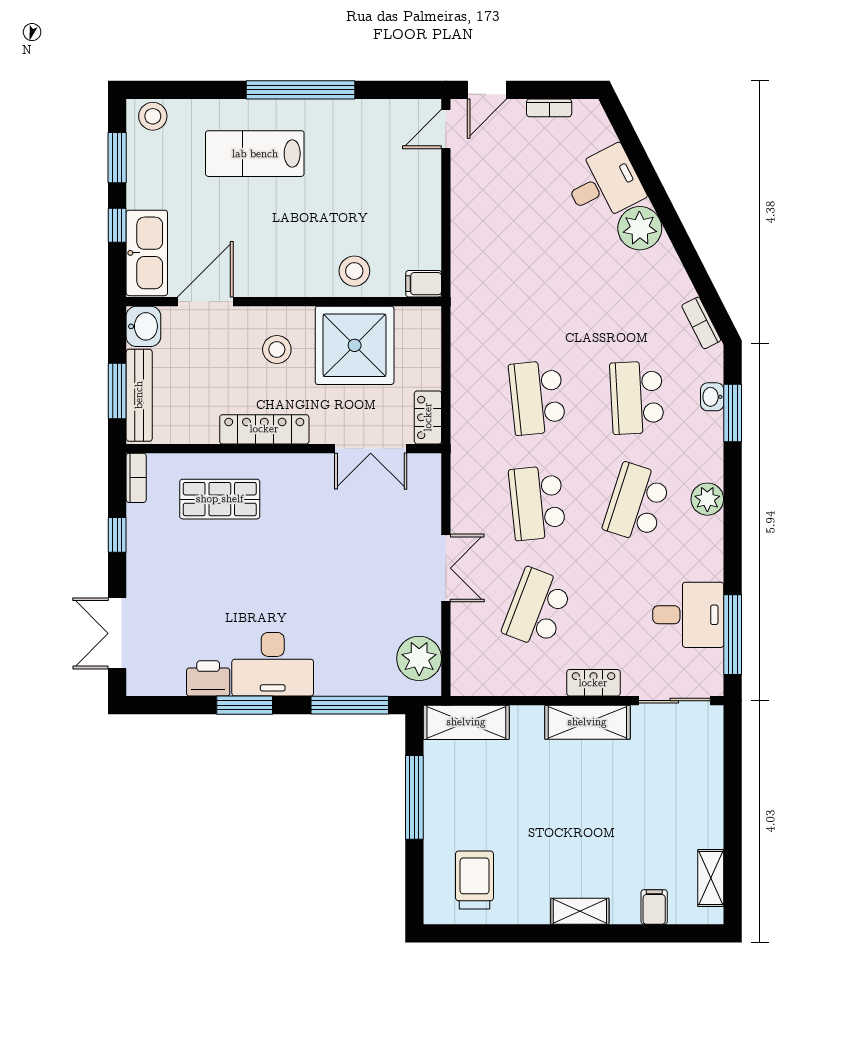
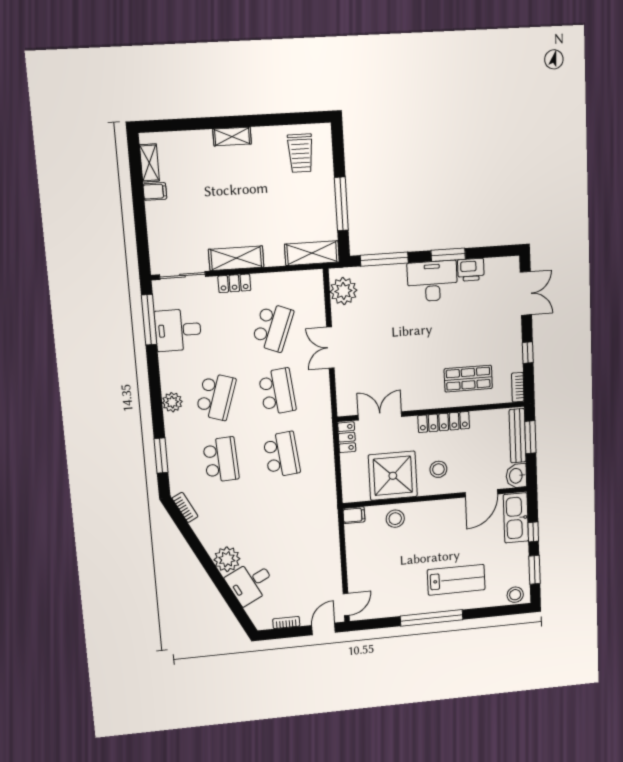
washbasin: (712, 397) -> (175, 464), removed
filing cabinet: (654, 907) -> (155, 191), moved, turned -90

